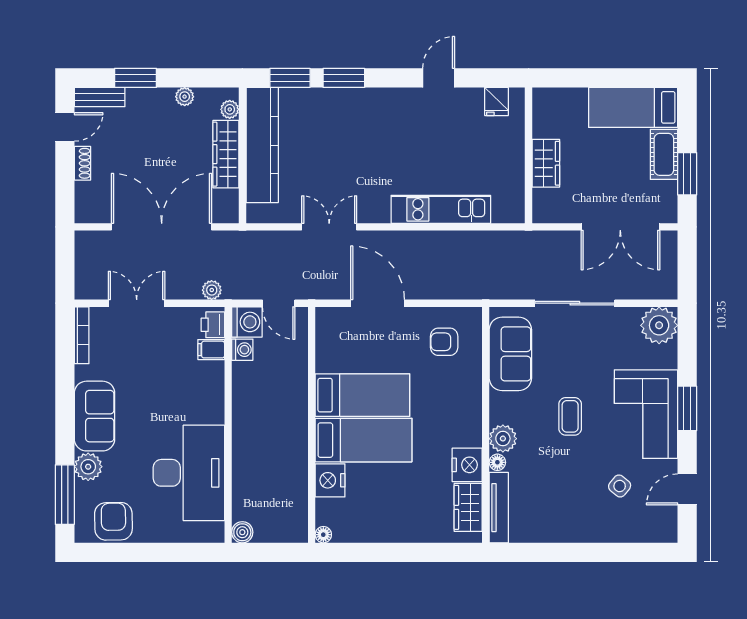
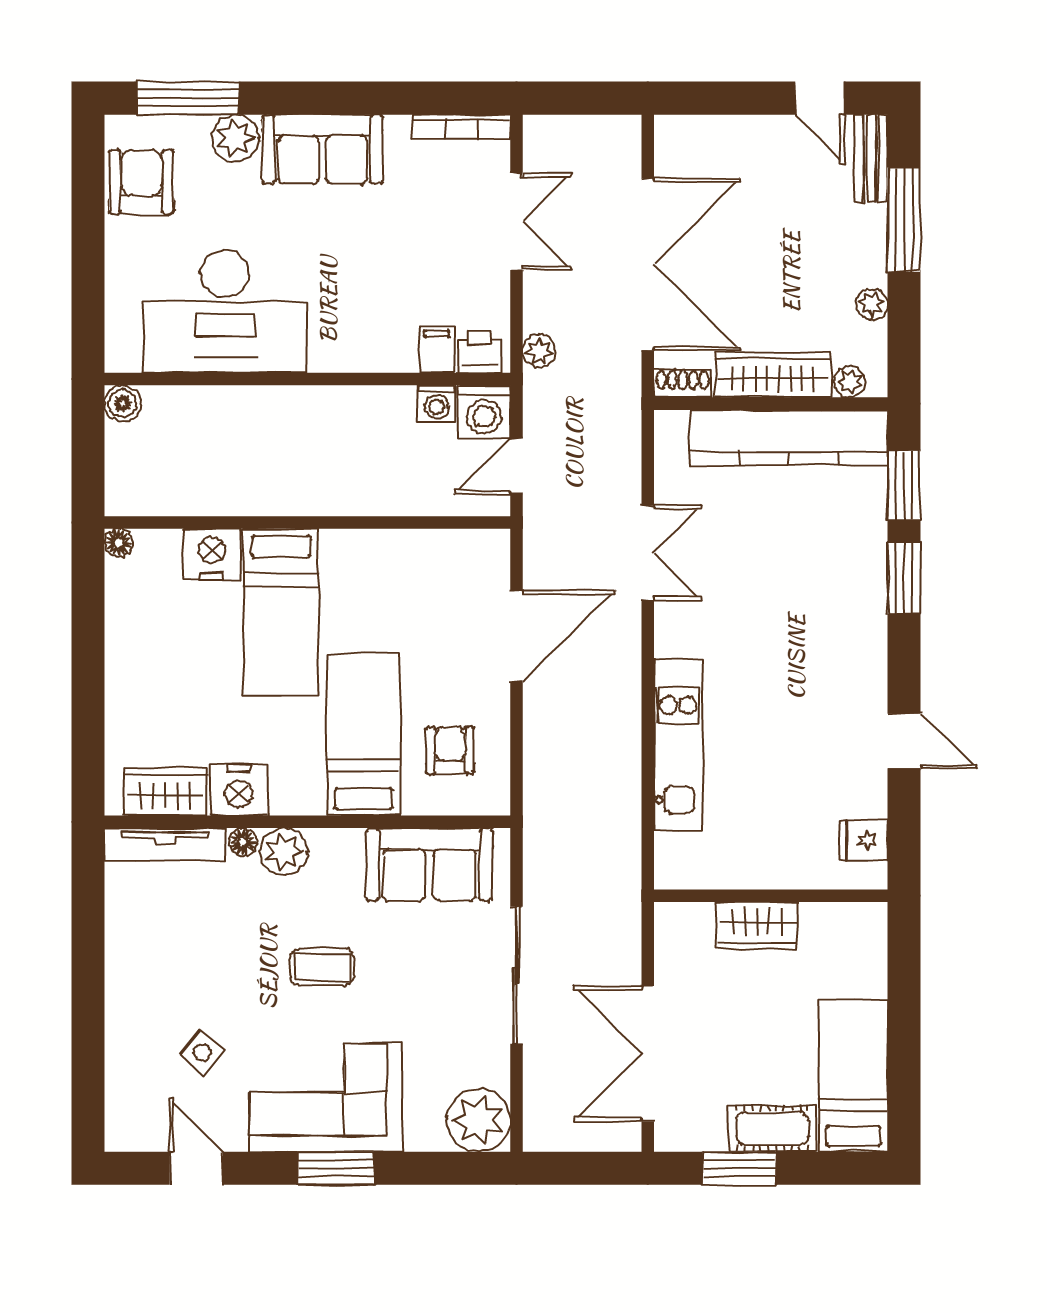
window: (135, 78) -> (904, 220), width x1.44
shoe rack: (83, 163) -> (683, 383), moved, turned 180
bed: (362, 395) -> (364, 734), moved, turned 180
armchair: (113, 521) -> (141, 182), turned -89

